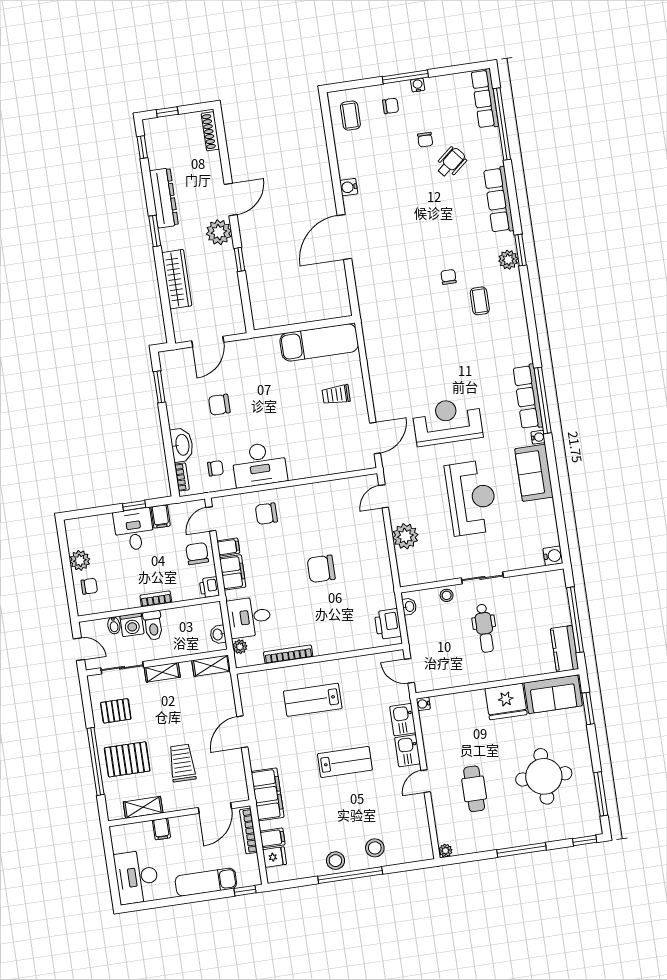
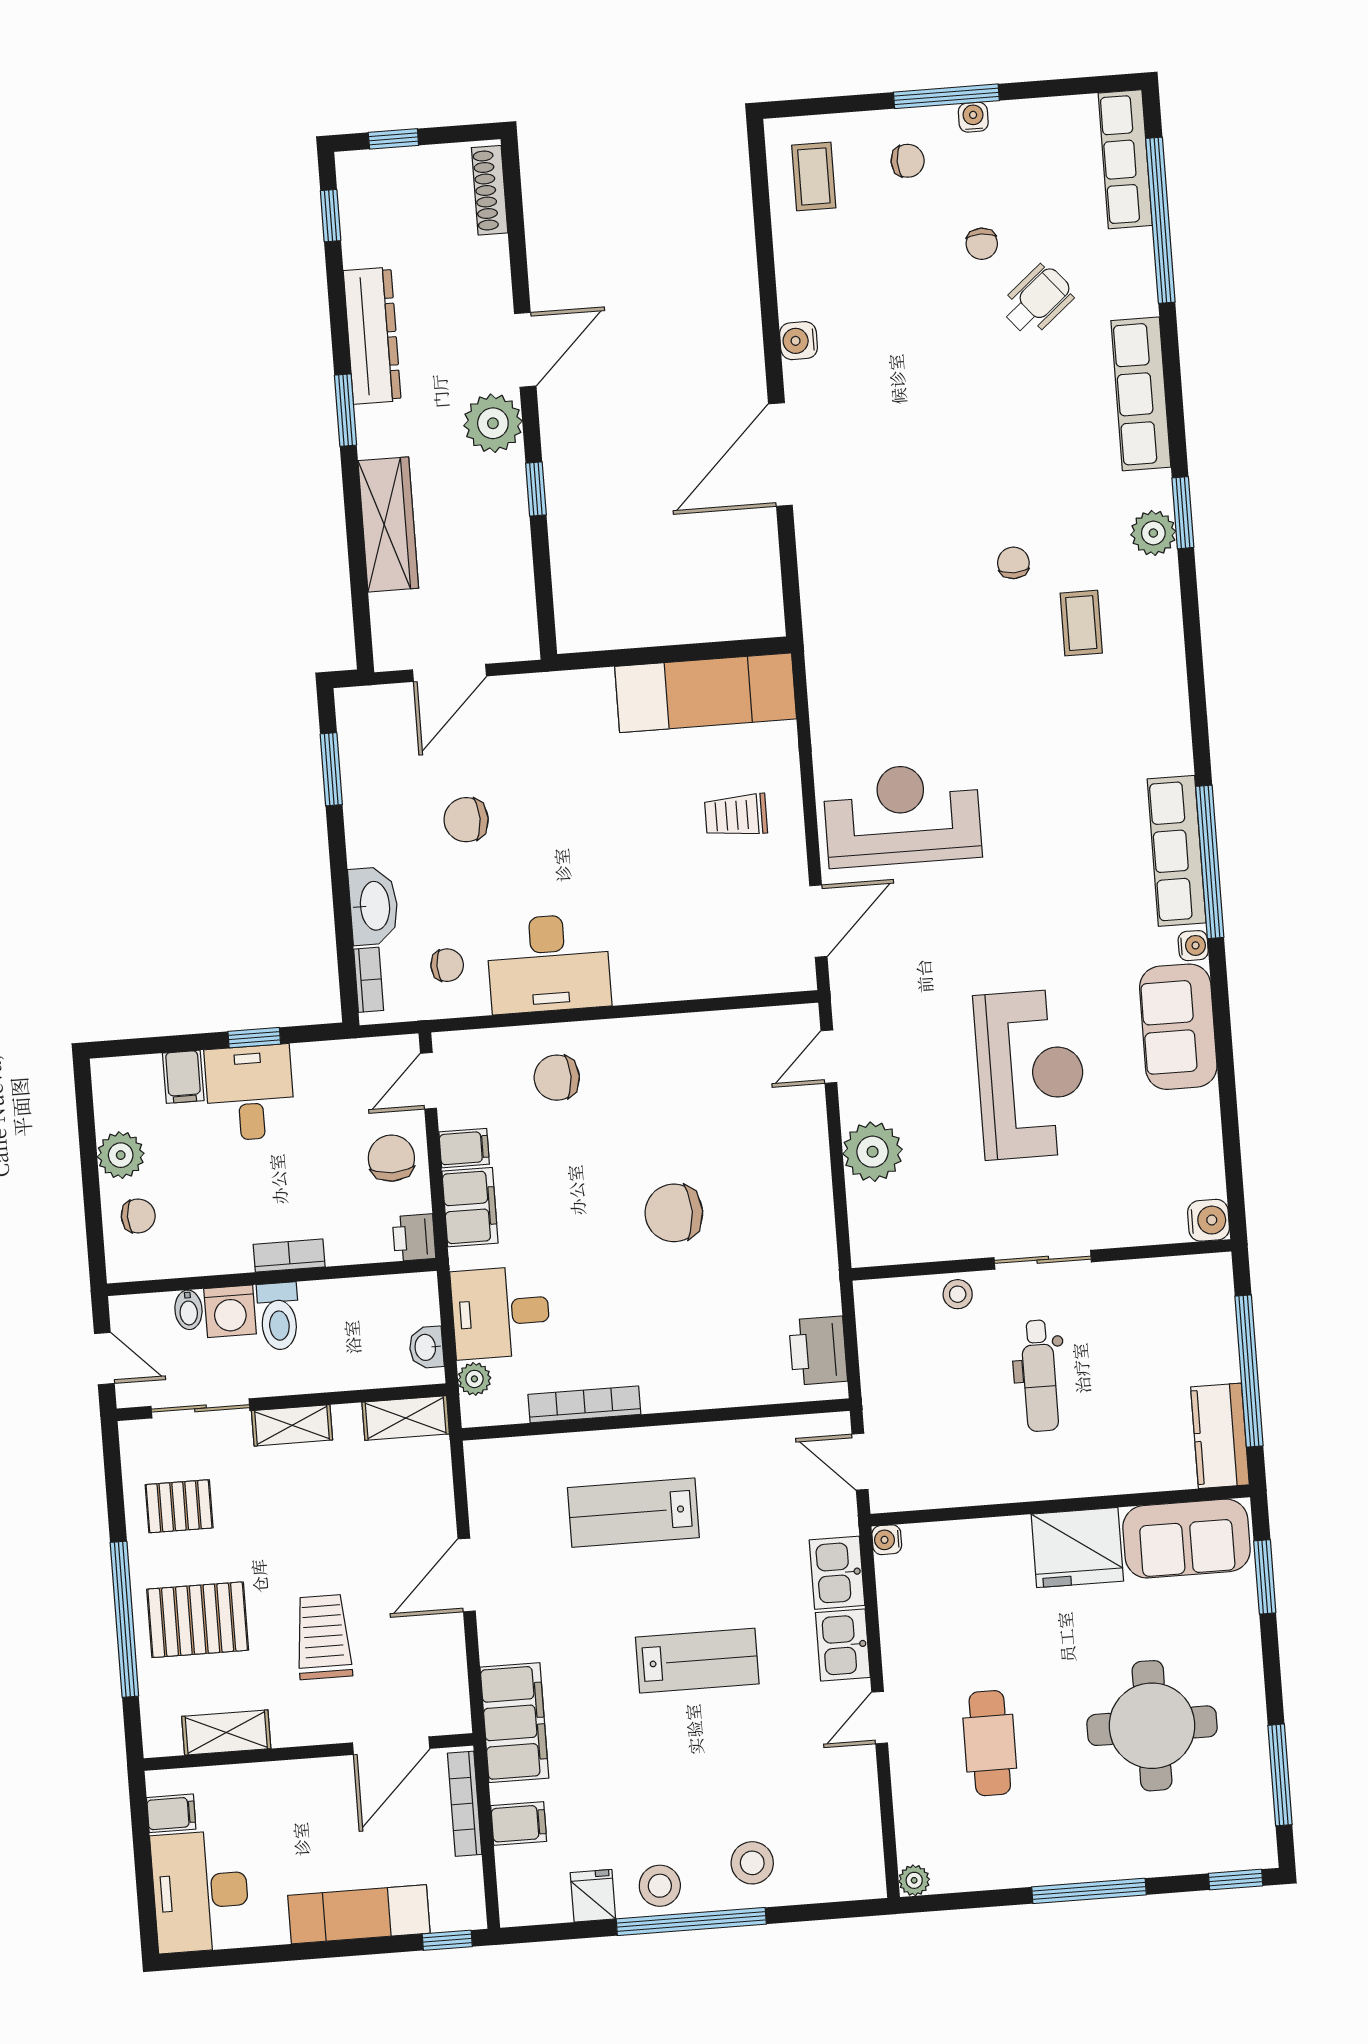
reception desk: (447, 422) -> (902, 815), moved
filing cabinet: (161, 516) -> (183, 1077), moved
washbasin: (409, 606) -> (870, 1314), removed
filing cabinet: (161, 829) -> (171, 1813), moved, turned -90
fridge: (275, 857) -> (593, 1896), moved, turned -90

